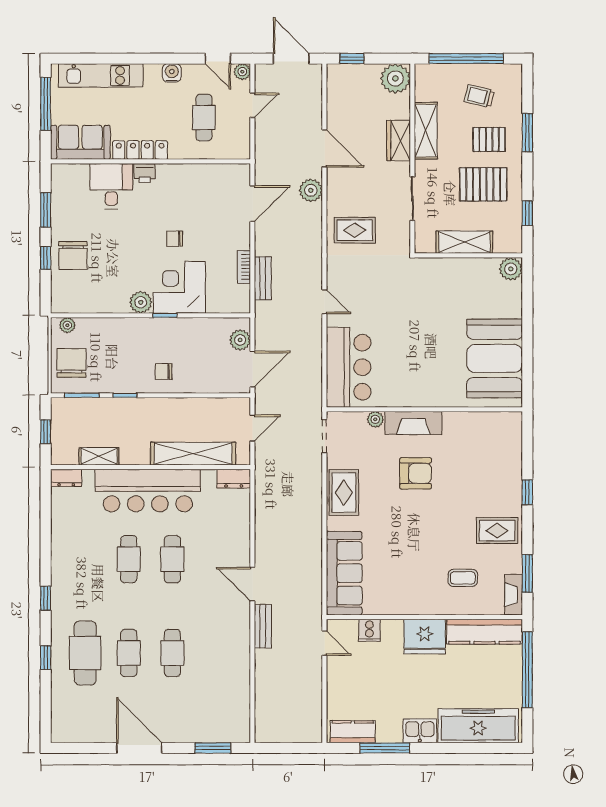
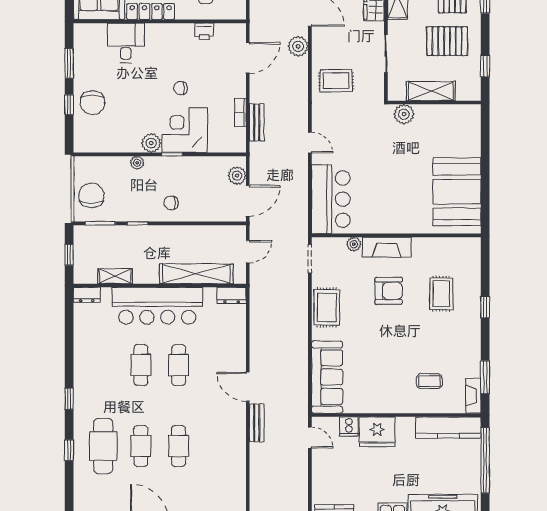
printer: (145, 173) -> (204, 31), moved
plant: (511, 269) -> (404, 114), moved
plant: (67, 325) -> (137, 163), moved
rug: (497, 531) -> (441, 294), moved, turned 90
fridge: (425, 637) -> (377, 432), moved

